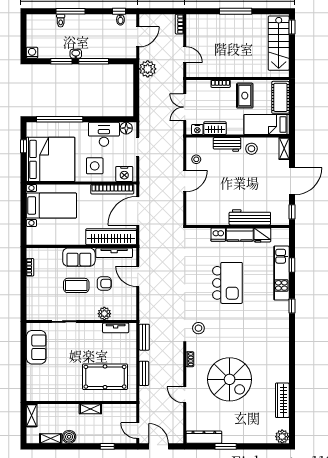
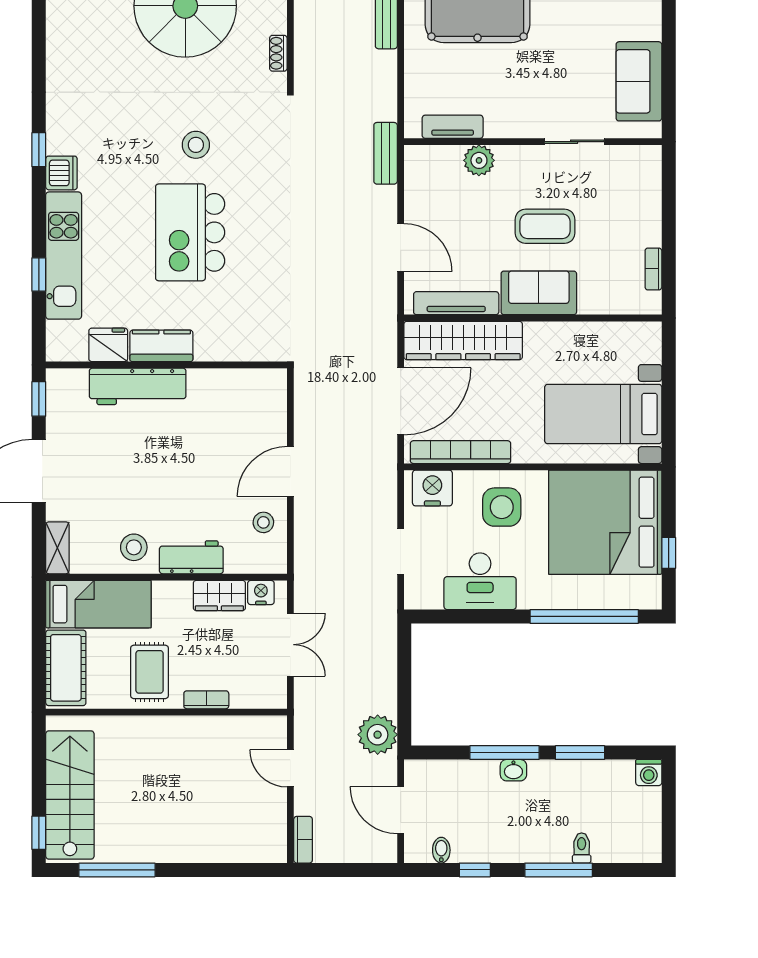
window: (119, 11) -> (475, 870), moved
window: (236, 11) -> (117, 870), moved
door: (138, 37) -> (401, 810), hinge flipped
washbasin: (76, 54) -> (513, 770), moved
floor lamp: (126, 128) -> (428, 596), removed
dishwasher: (218, 235) -> (61, 173), moved, turned 90
armchair: (104, 284) -> (479, 231), removed
window: (292, 306) -> (39, 150), moved
stool: (198, 328) -> (196, 145), moved
bench: (144, 337) -> (386, 153), moved

